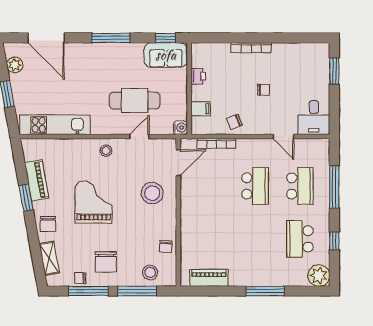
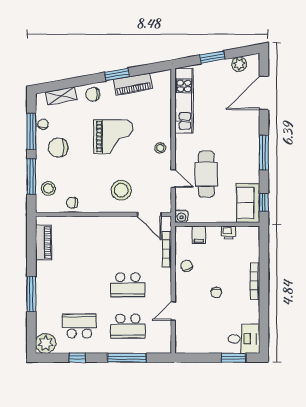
desk: (314, 118) -> (244, 339), moved, turned 180

